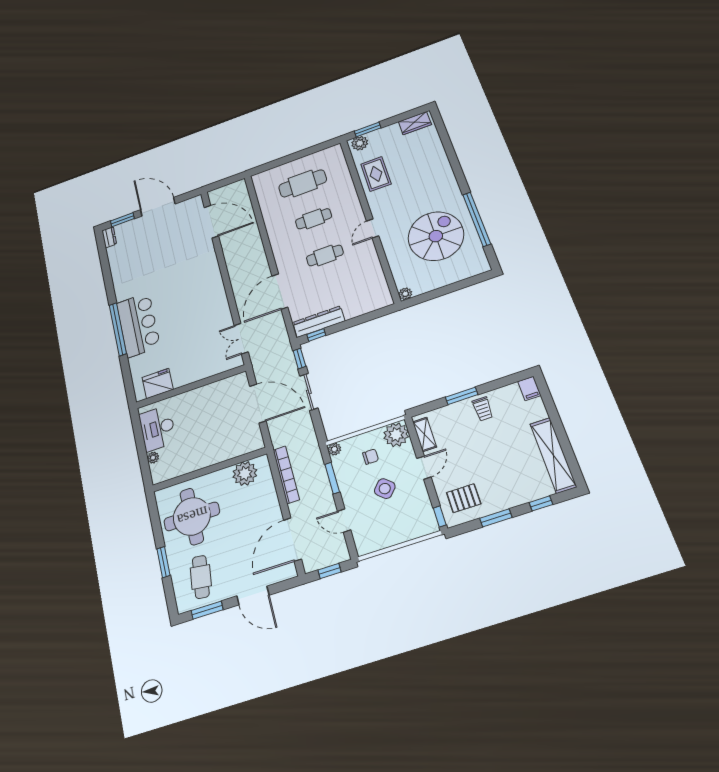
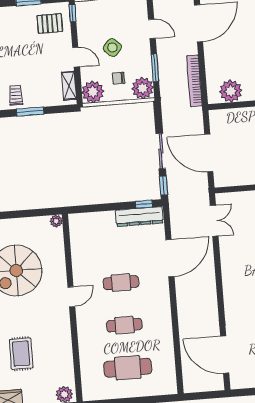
rug: (376, 174) -> (21, 354), moved
plant: (334, 449) -> (143, 88), width x1.87, depth x1.87
door: (424, 468) -> (76, 57), swing flipped

